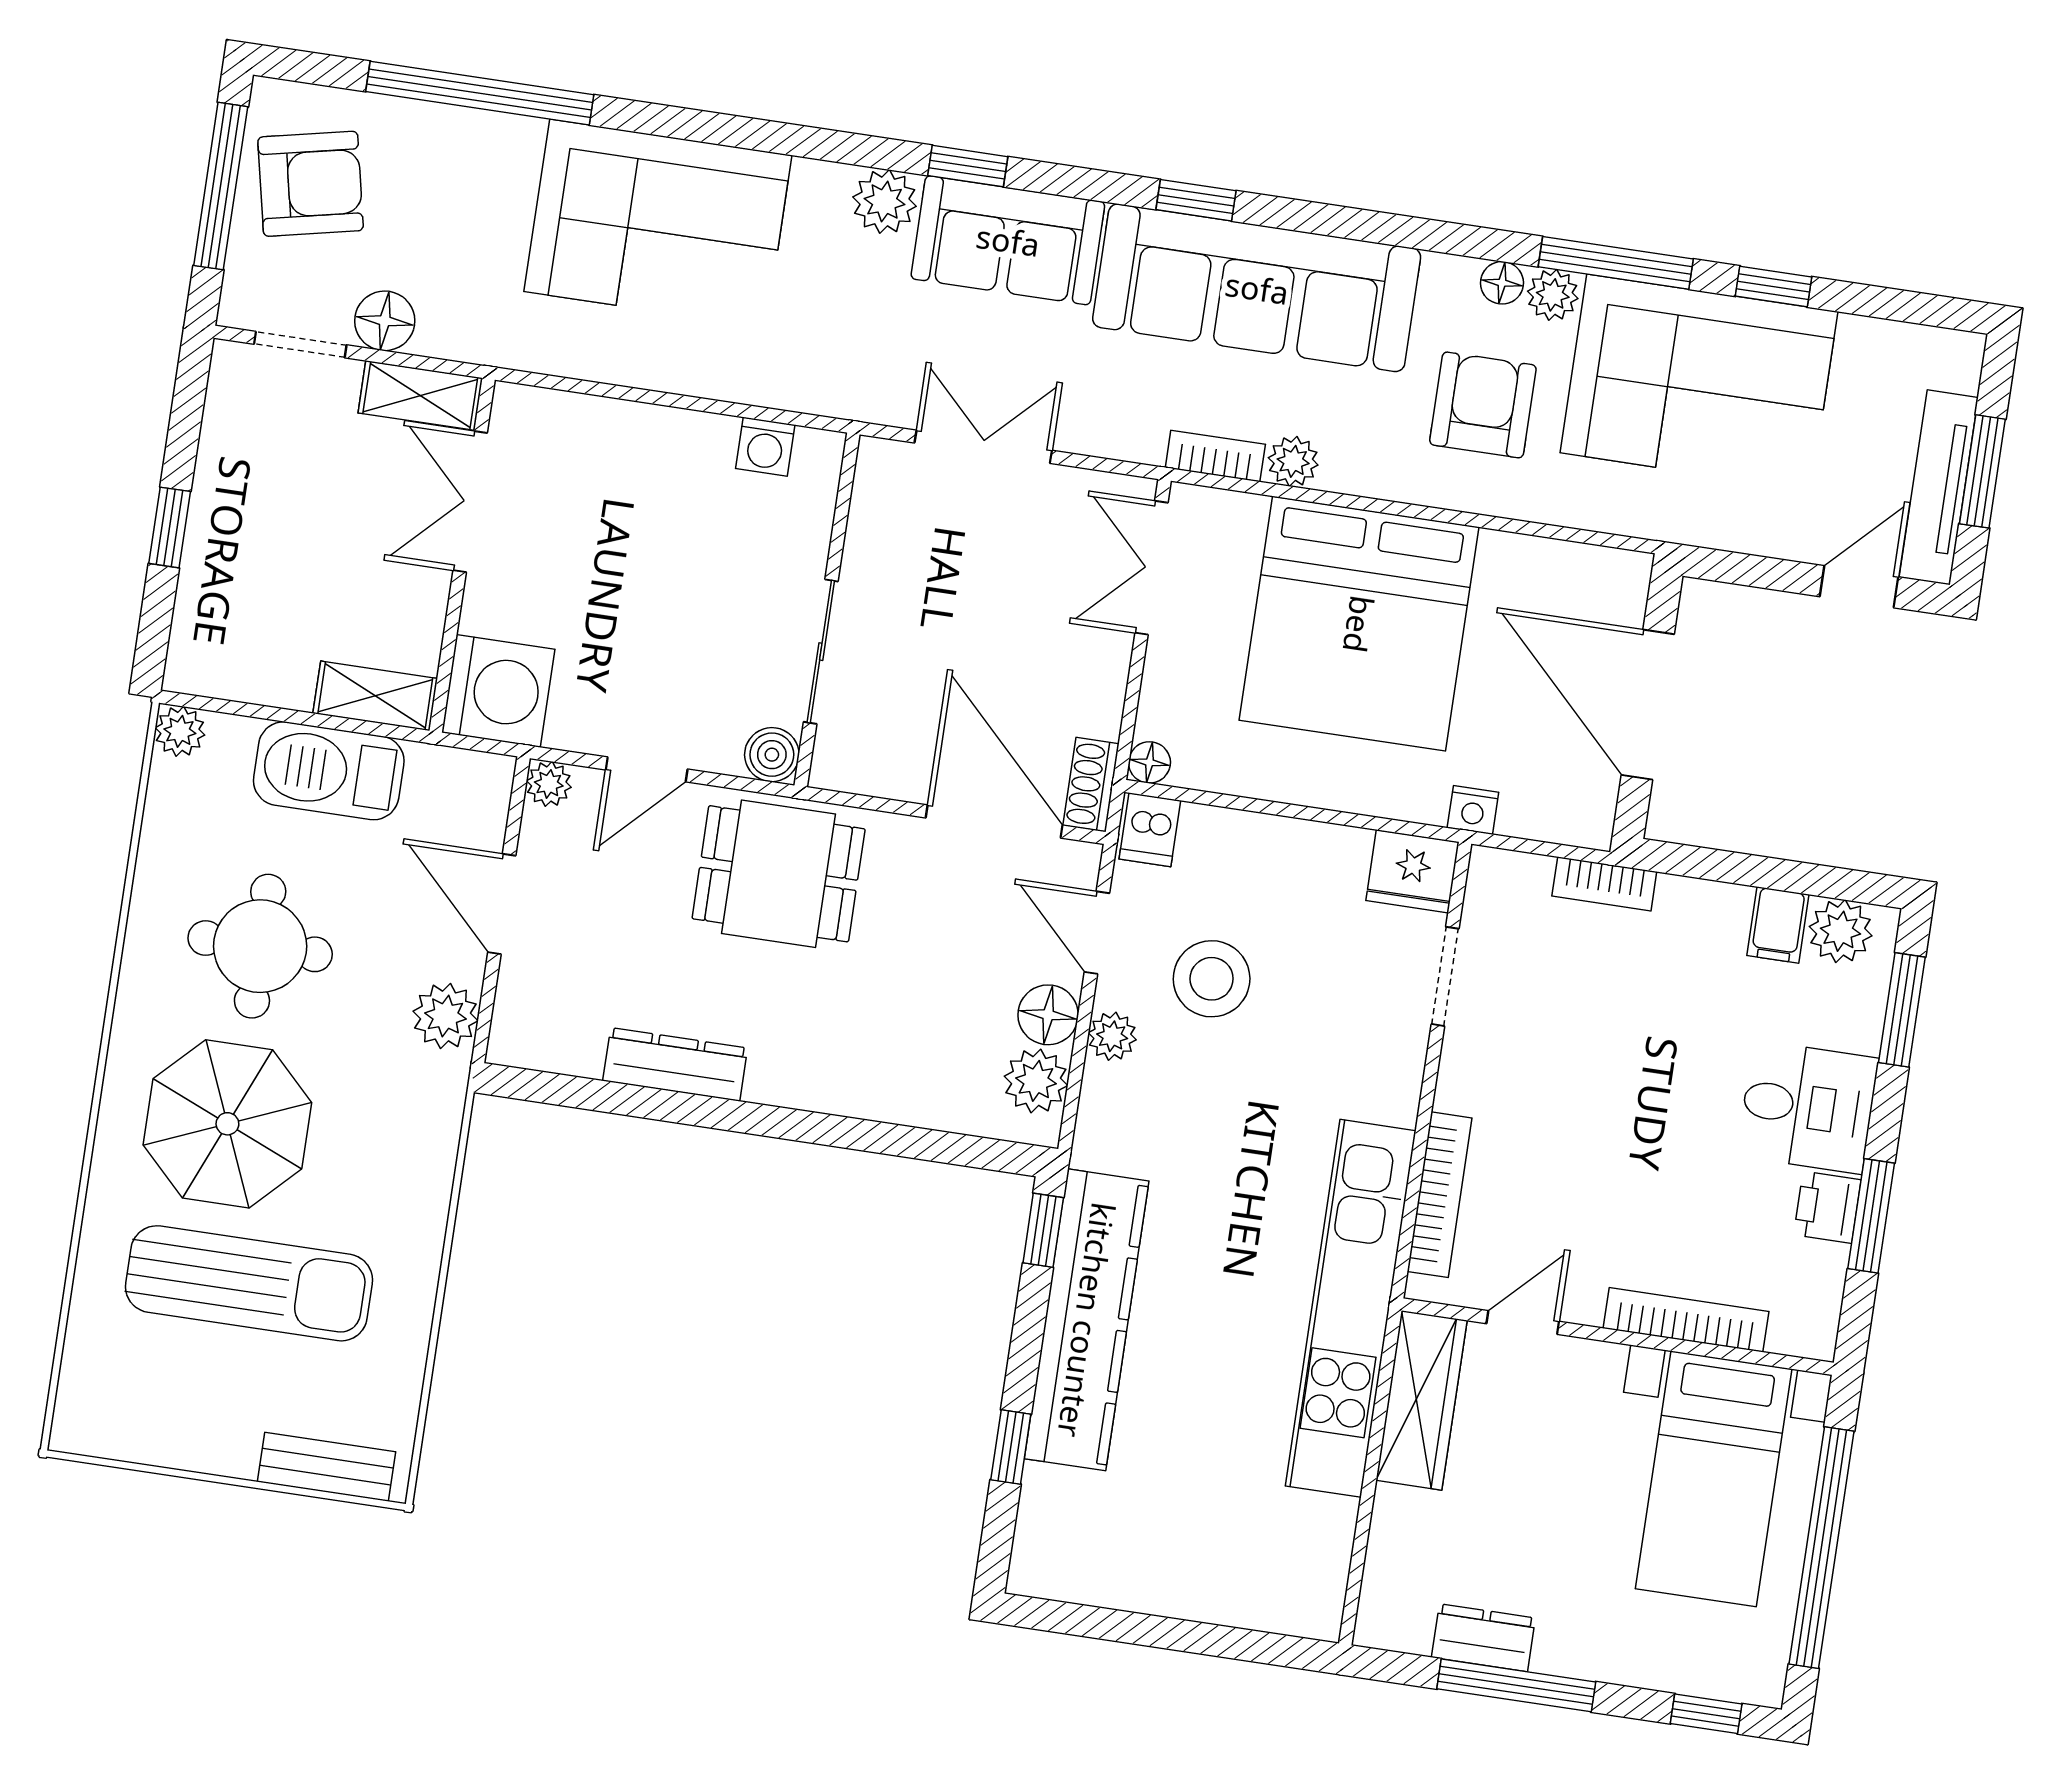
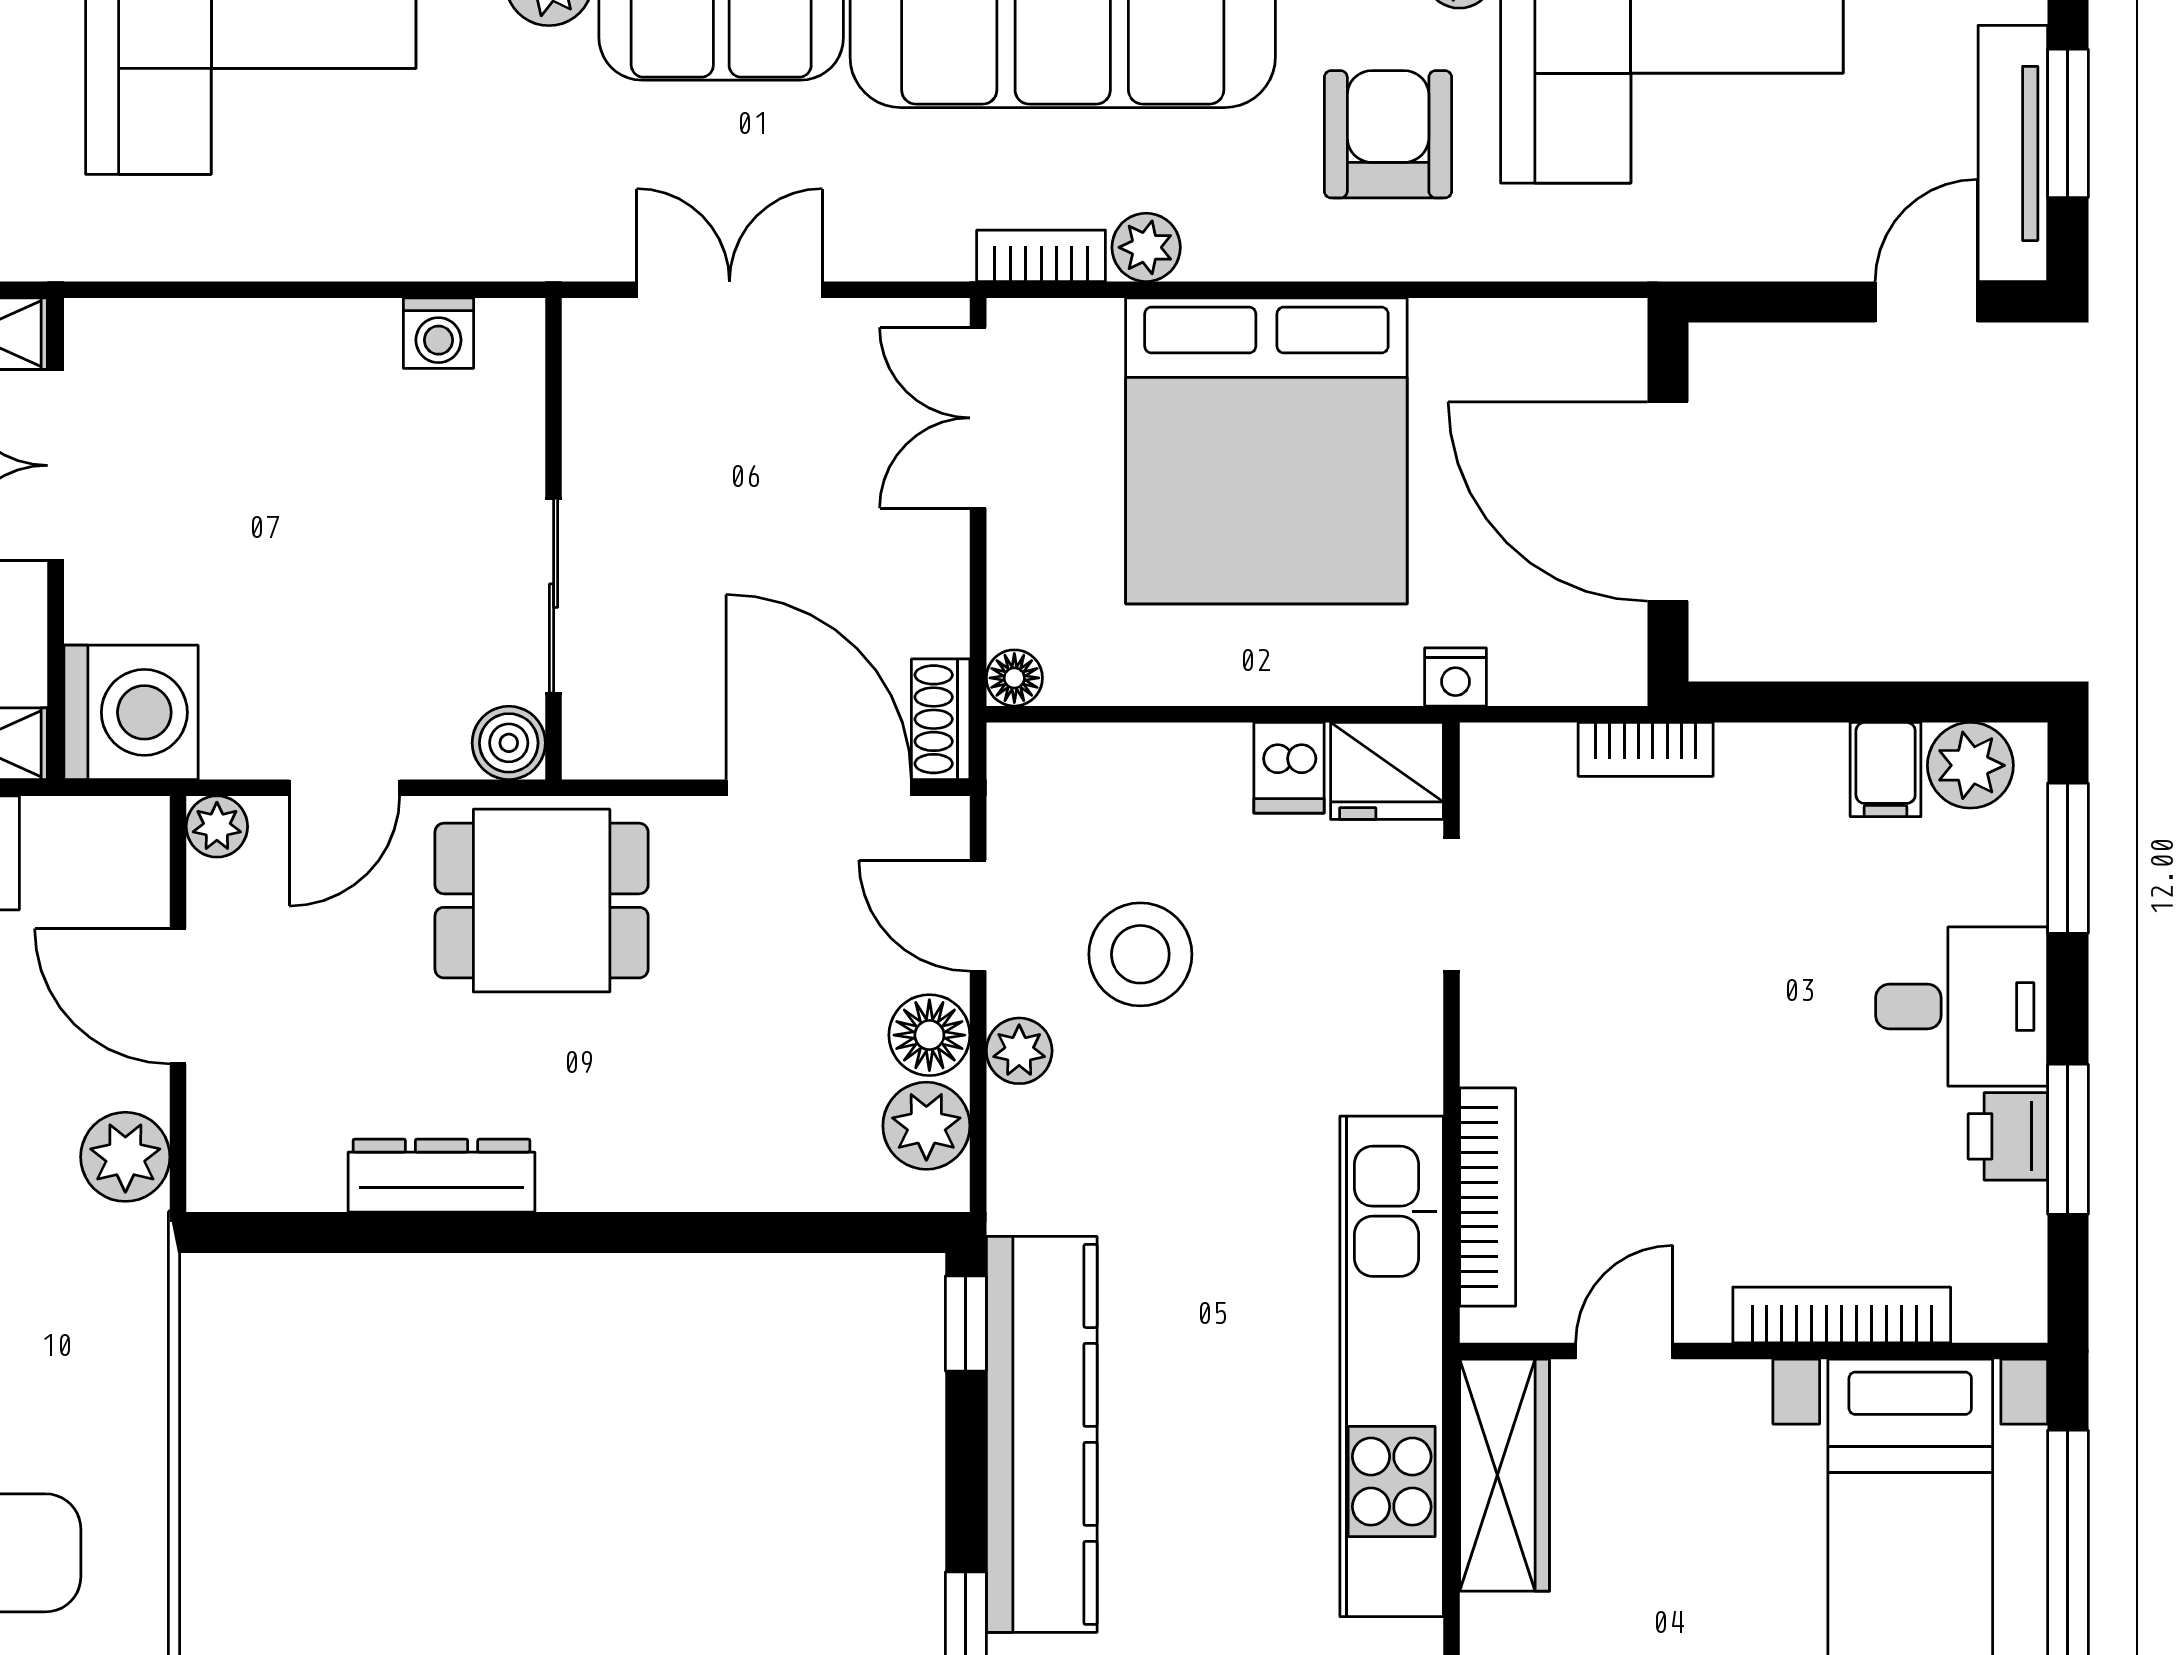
dishwasher: (1150, 830) -> (1289, 768), moved

